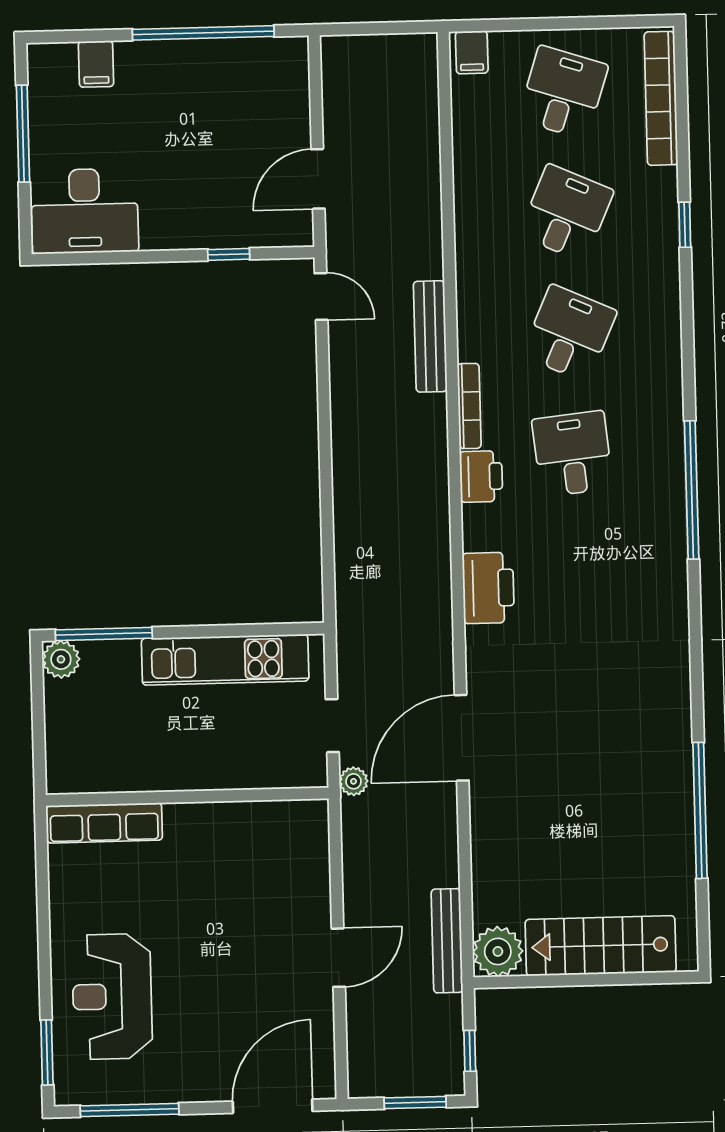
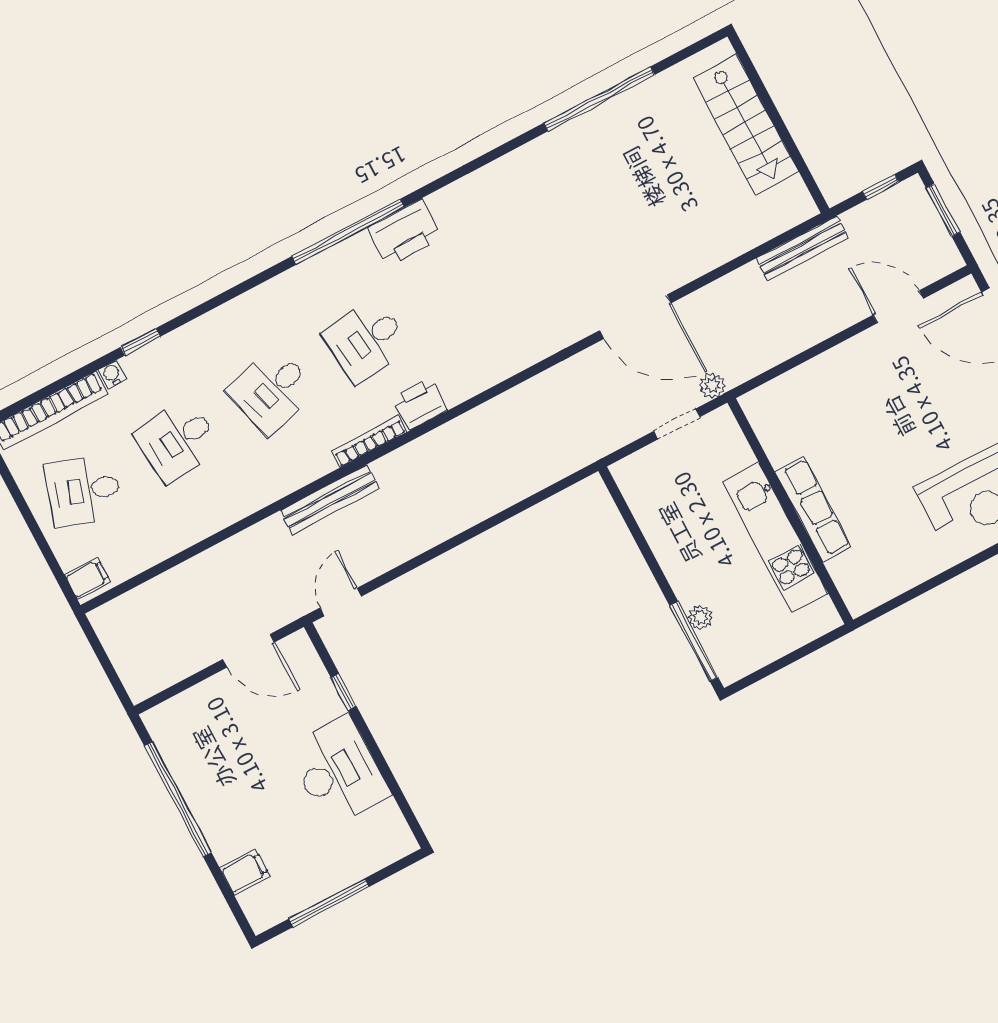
water cooler: (666, 180) -> (112, 374), added
desk: (85, 211) -> (338, 771), moved
desk: (566, 213) -> (178, 440), turned -30
desk: (569, 333) -> (272, 391), turned -39
printer: (488, 588) -> (404, 233), moved, turned 180
plant: (61, 659) -> (700, 617), moved, width x0.73, depth x0.73
kitchen unit: (225, 660) -> (775, 537), moved, turned 180
row of seats: (104, 823) -> (813, 509), moved
plant: (498, 951) -> (791, 204), removed
door: (338, 958) -> (898, 307), moved

